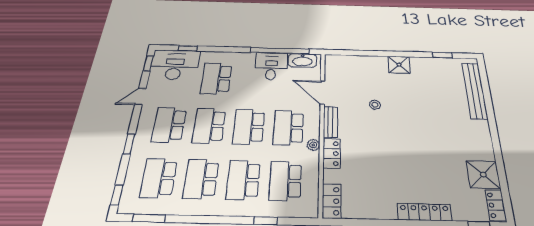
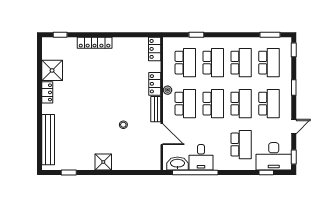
locker: (496, 205) -> (47, 92), moved

